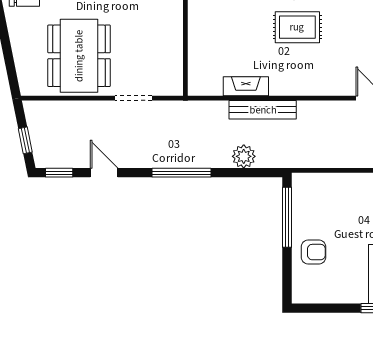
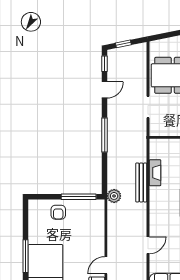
plant: (244, 156) -> (114, 196), moved

